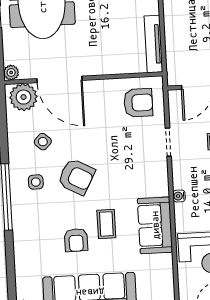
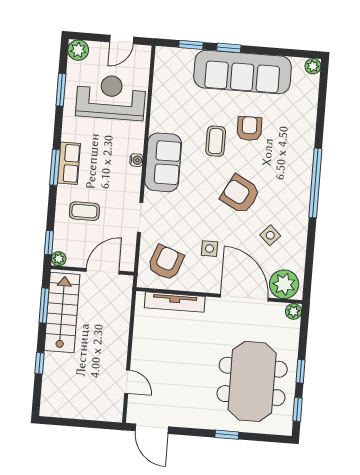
tv unit: (153, 44) -> (175, 302), moved, turned 90
armchair: (138, 103) -> (166, 262), turned 110
side table: (36, 182) -> (209, 249), moved
sofa: (155, 225) -> (163, 162), moved

